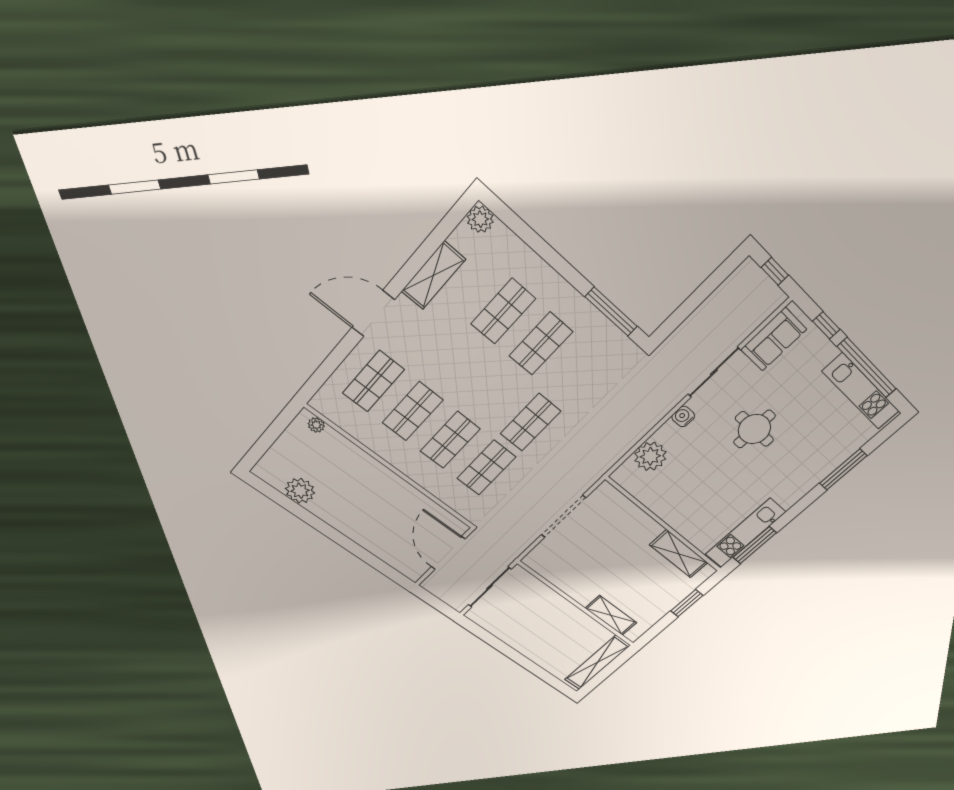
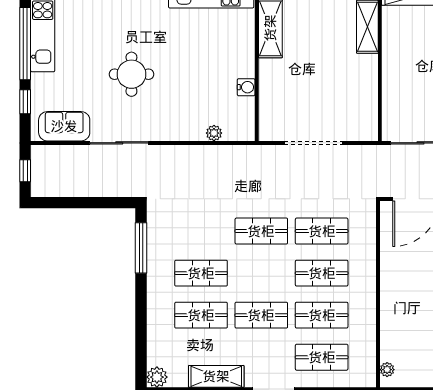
shop shelf: (457, 363) -> (261, 315), added
water cooler: (683, 417) -> (246, 87), moved, turned -90
plant: (650, 456) -> (214, 133), width x0.53, depth x0.53

